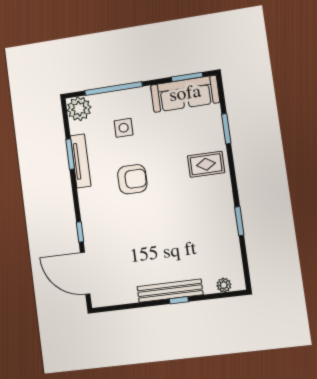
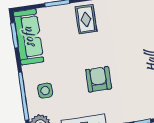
side table: (124, 128) -> (45, 91), moved

